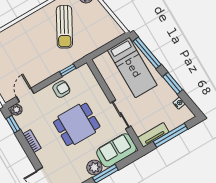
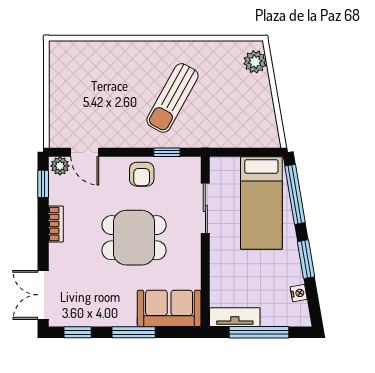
sun lounger: (64, 27) -> (172, 98), moved
armchair: (61, 89) -> (142, 174), turned 90
door: (25, 95) -> (85, 152), swing flipped
sliding door: (121, 115) -> (205, 208), moved
plant: (94, 167) -> (123, 314), removed

